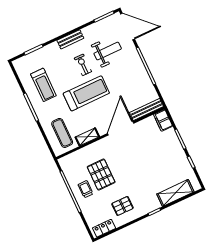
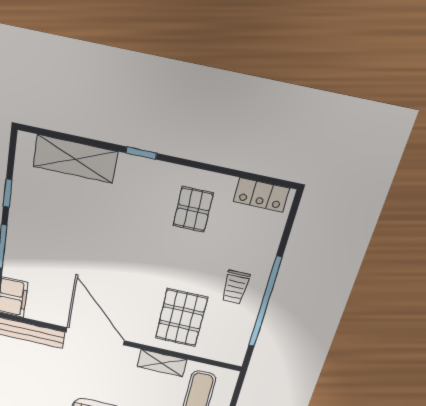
door: (121, 128) -> (95, 336), swing flipped
pallet: (101, 175) -> (181, 318), moved
pallet: (122, 206) -> (193, 209), turned 90

